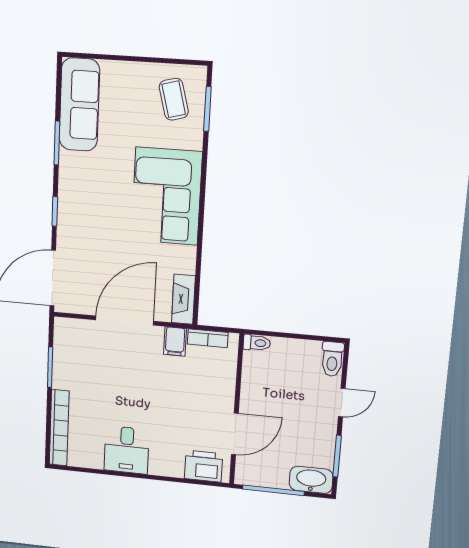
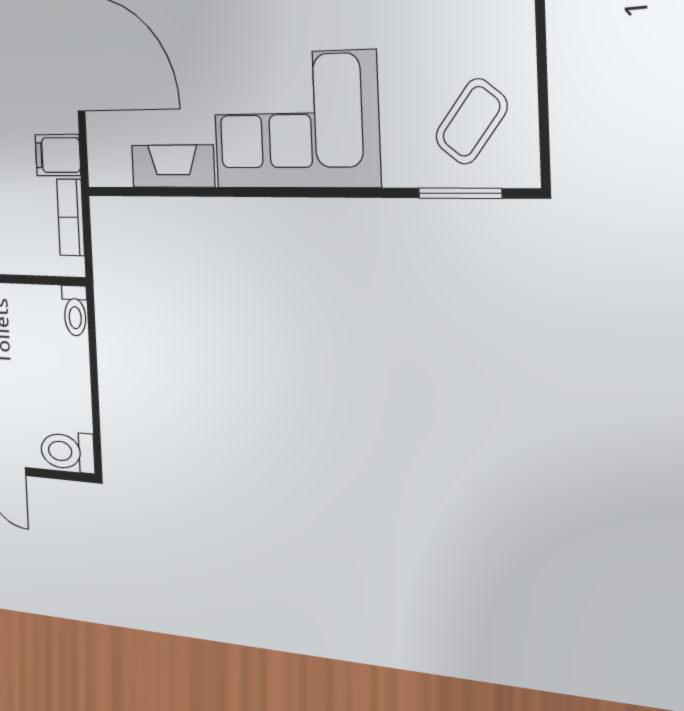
coffee table: (174, 99) -> (471, 121), turned -37
fireplace: (183, 299) -> (173, 166), moved

